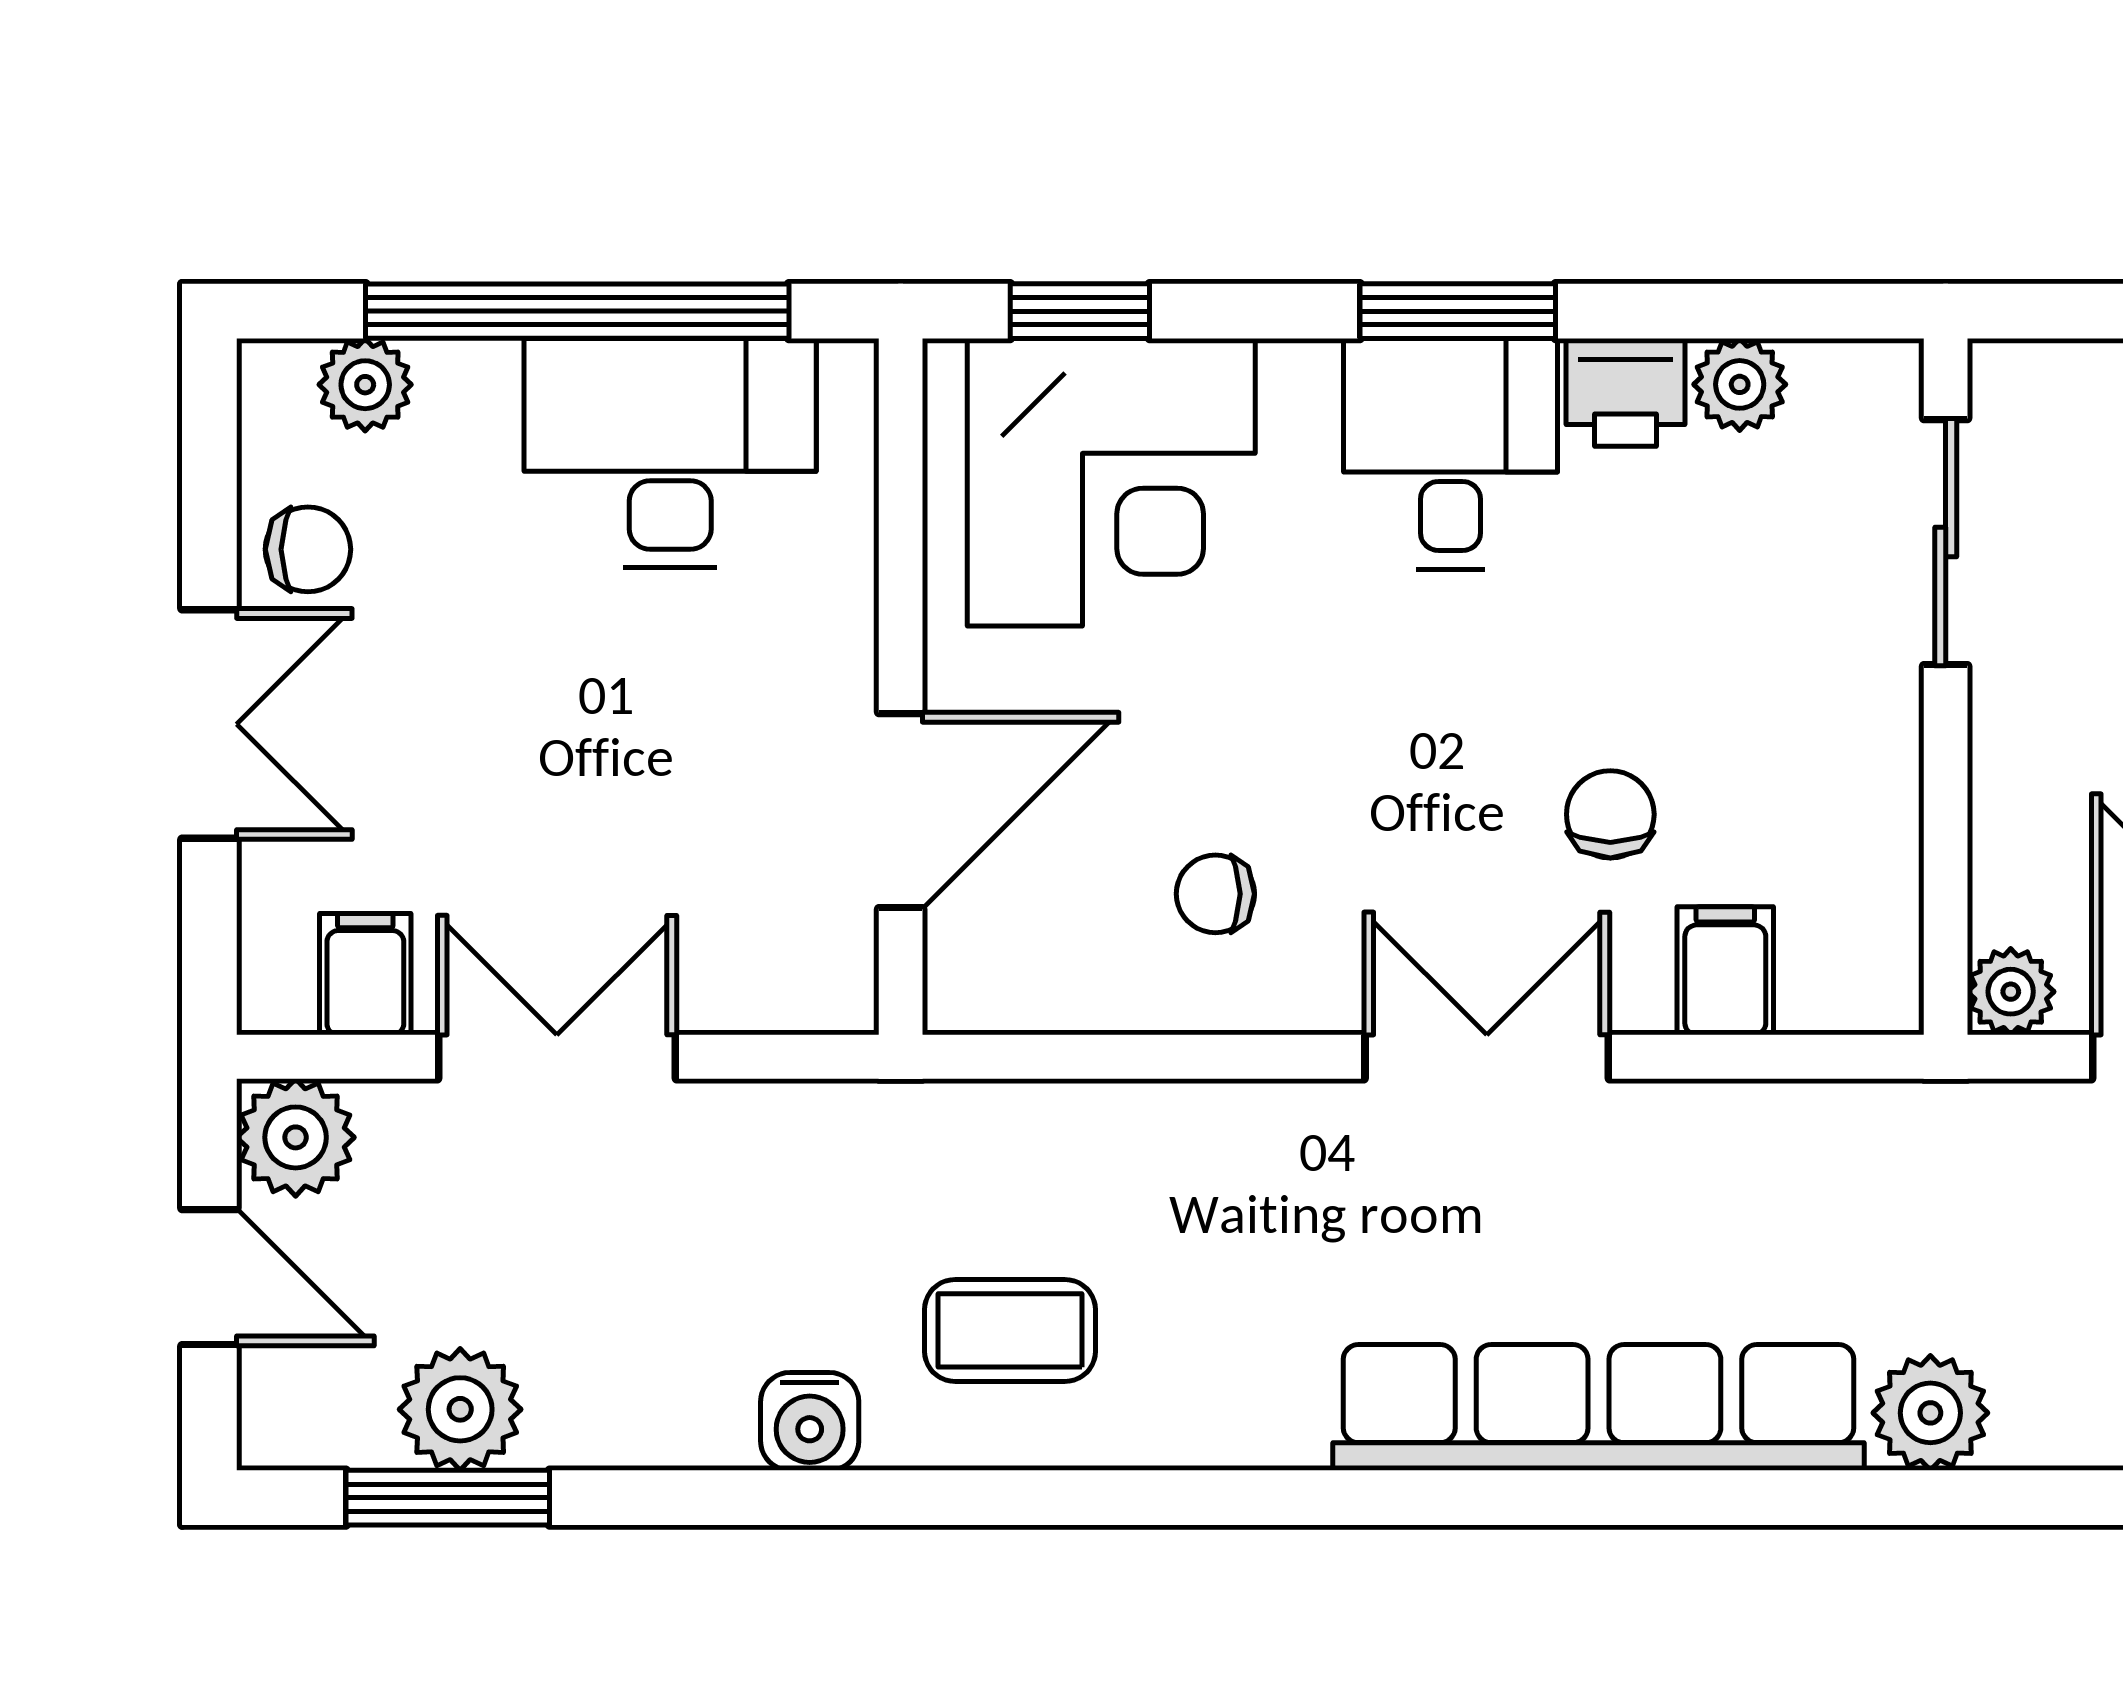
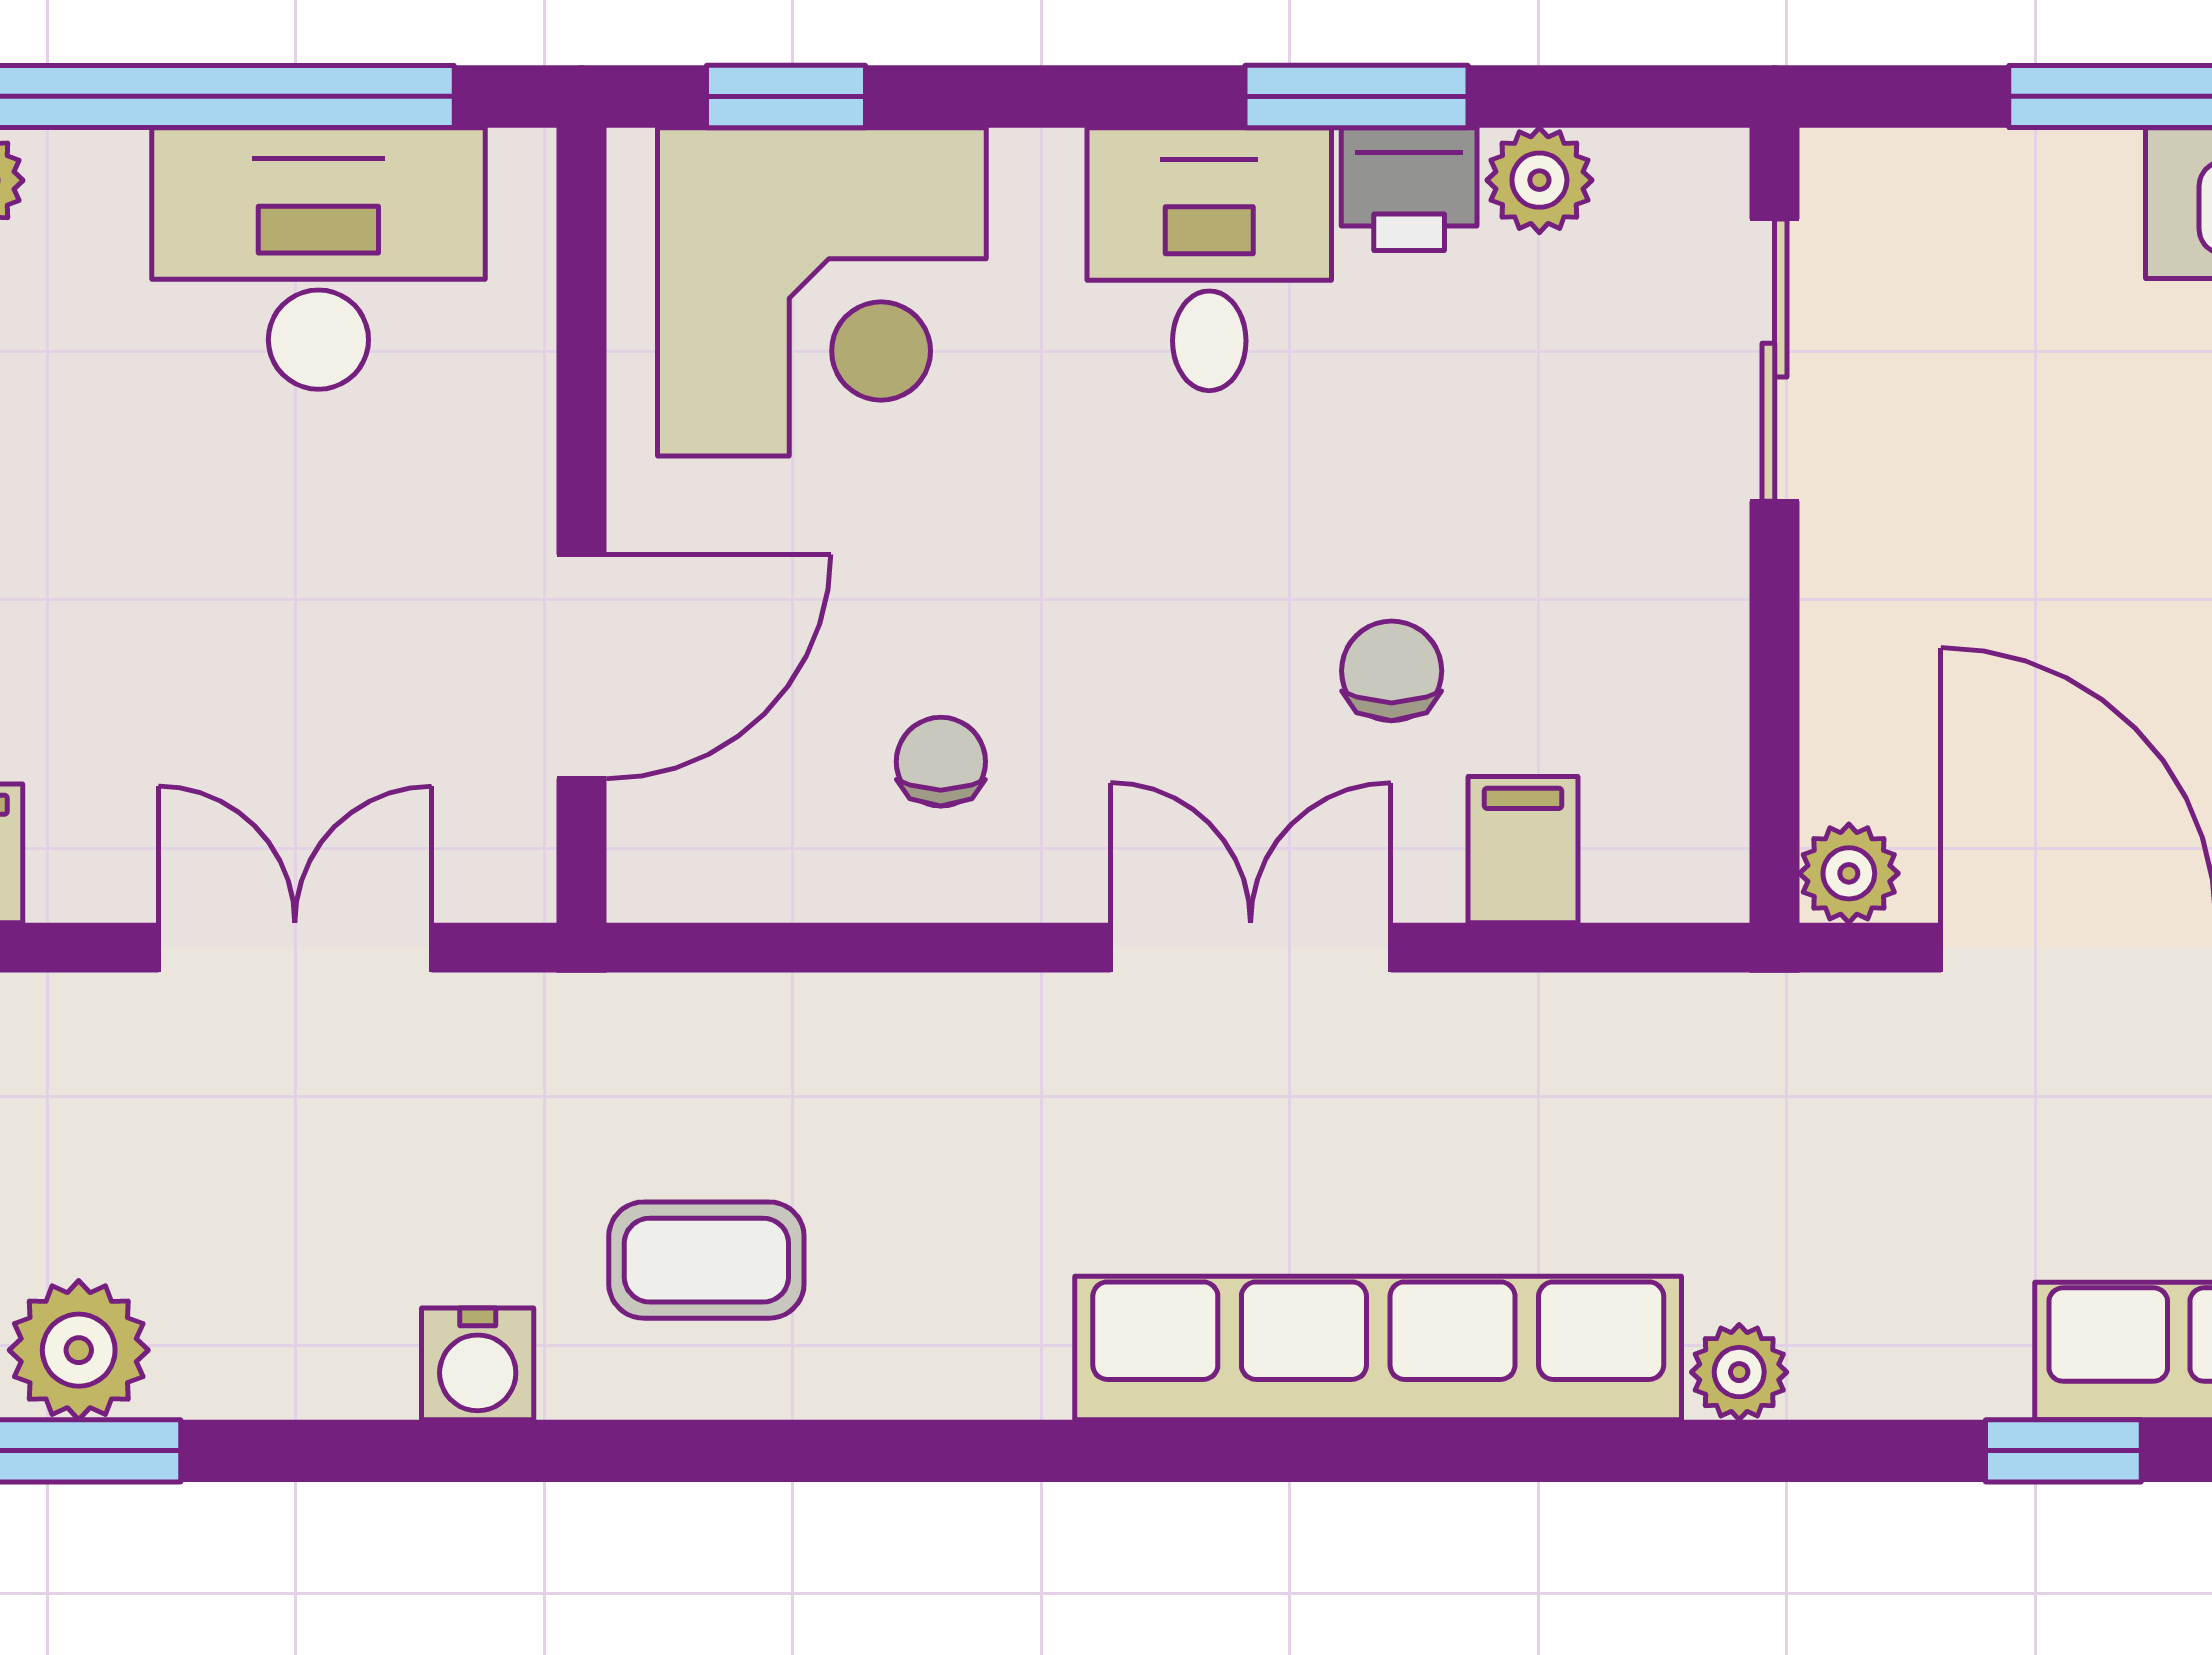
window: (1458, 311) -> (1356, 96), moved
chair: (1215, 894) -> (941, 762), turned 90
double door: (557, 1057) -> (295, 948), moved
plant: (1930, 1413) -> (1739, 1372), width x0.73, depth x0.73

